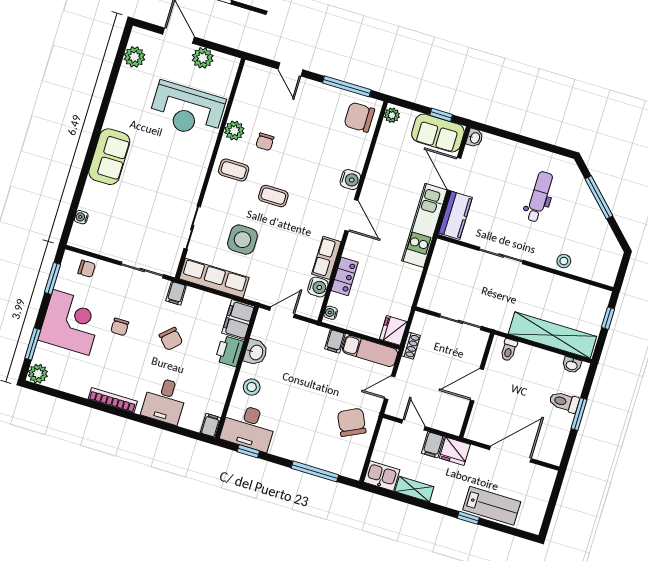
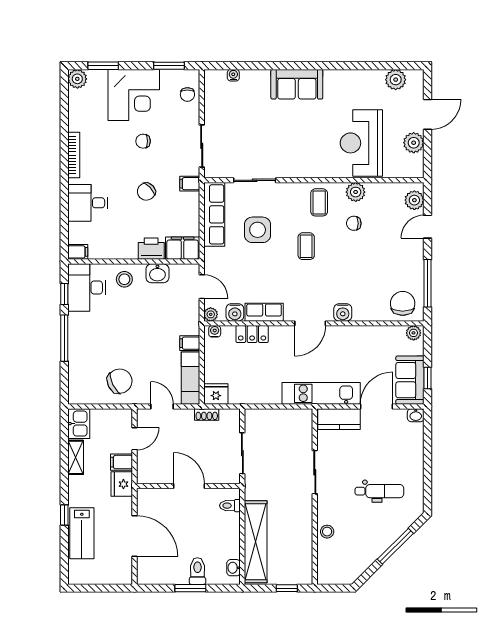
plant: (260, 74) -> (414, 200), added
plant: (313, 312) -> (211, 314), added
window: (315, 471) -> (64, 338), moved

